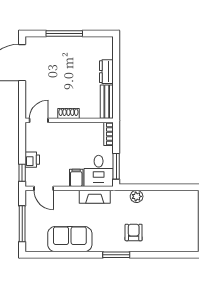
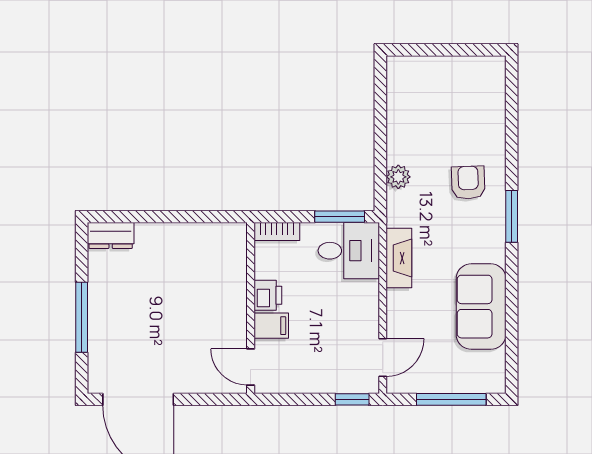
dresser: (106, 72) -> (111, 235), moved
bench: (107, 102) -> (214, 235), removed
shoe rack: (68, 114) -> (237, 309), removed
printer: (32, 160) -> (268, 295), moved, turned 90
filing cabinet: (76, 178) -> (271, 326), moved, turned 180
armchair: (134, 232) -> (468, 183), turned 88

